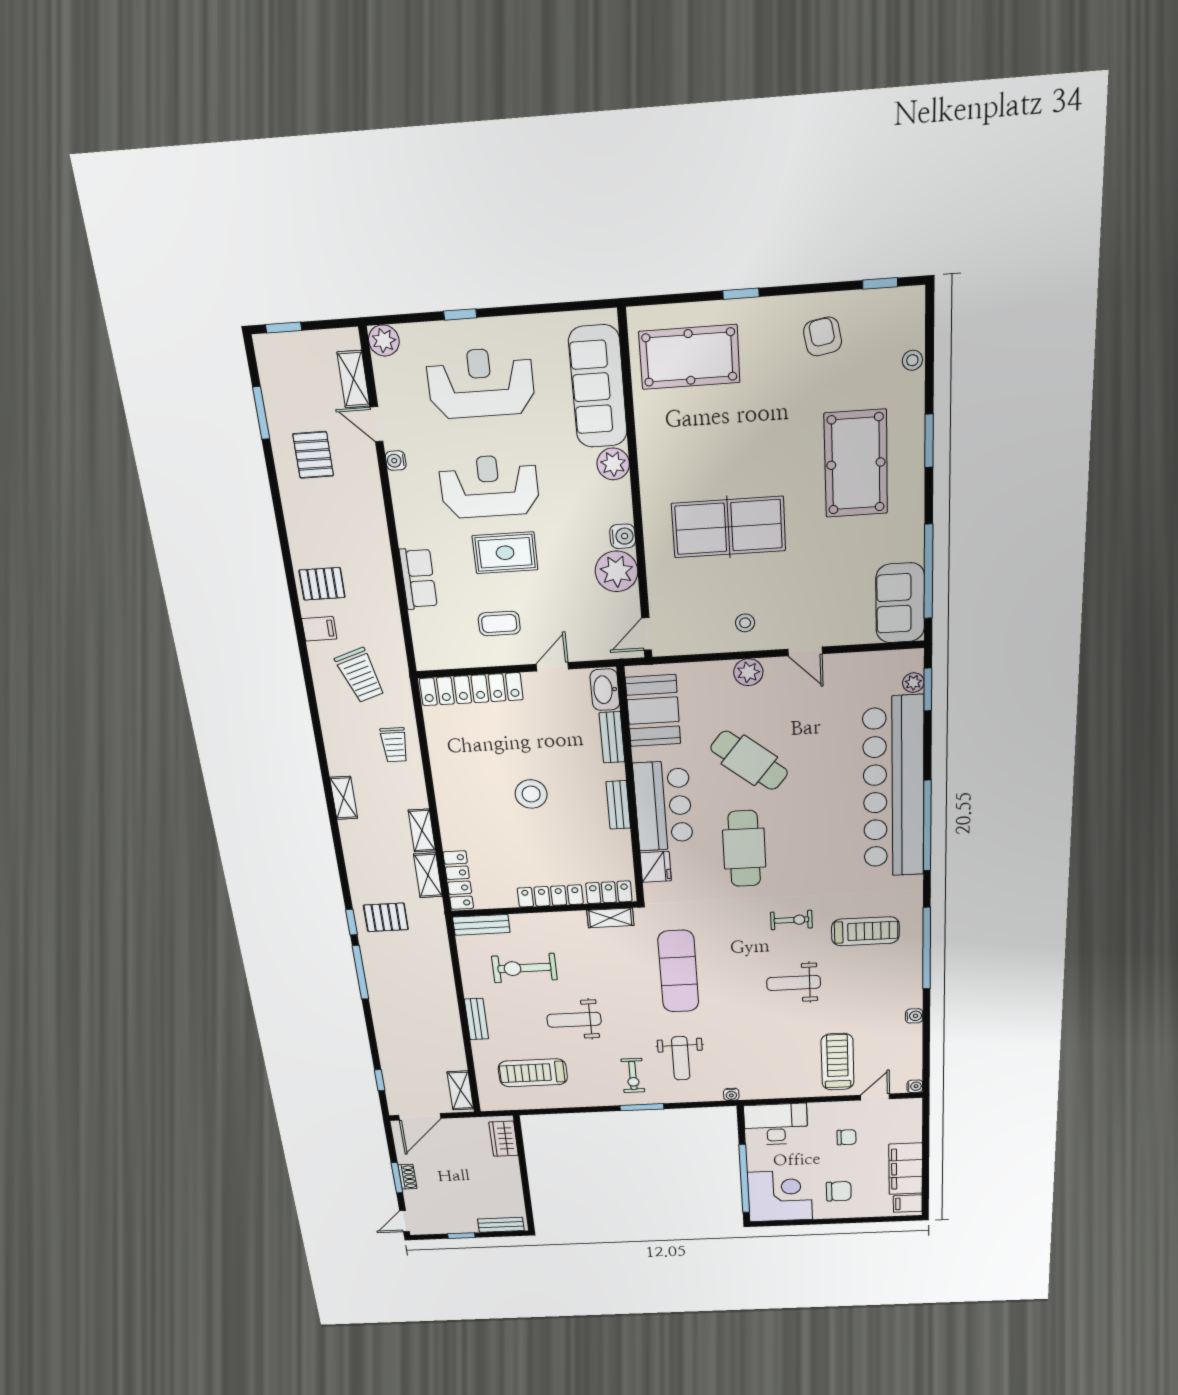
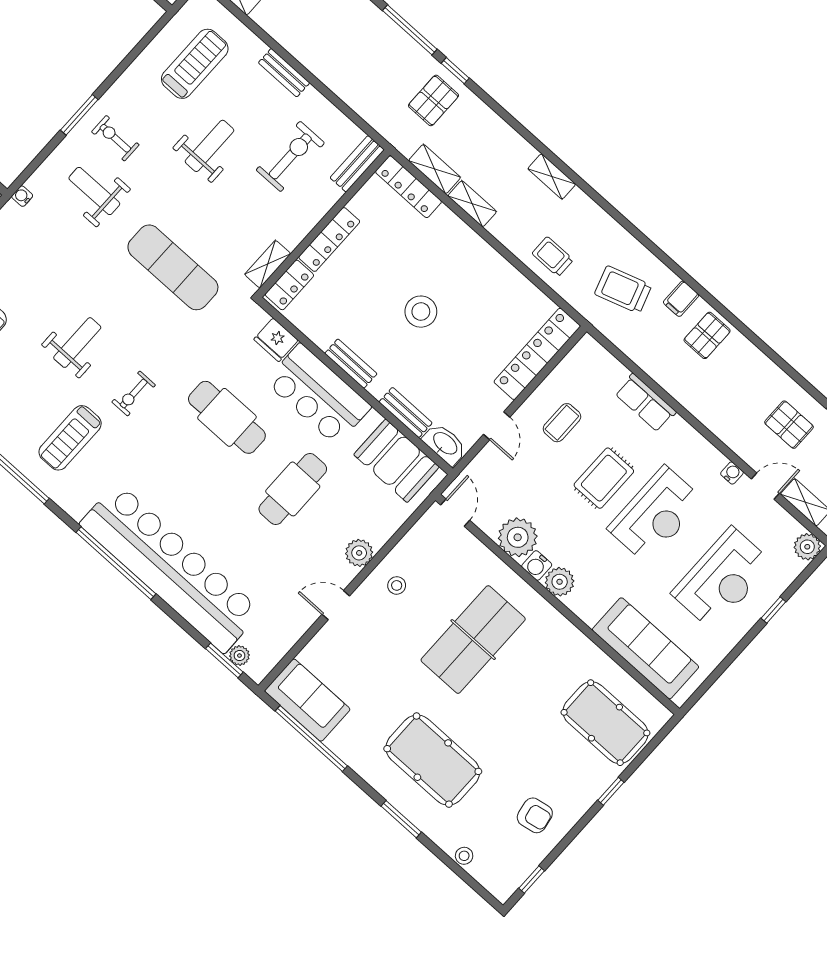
pool table: (689, 357) -> (605, 723), turned 90
plant: (613, 464) -> (560, 582), moved
cafe table: (749, 760) -> (293, 489), turned -39

